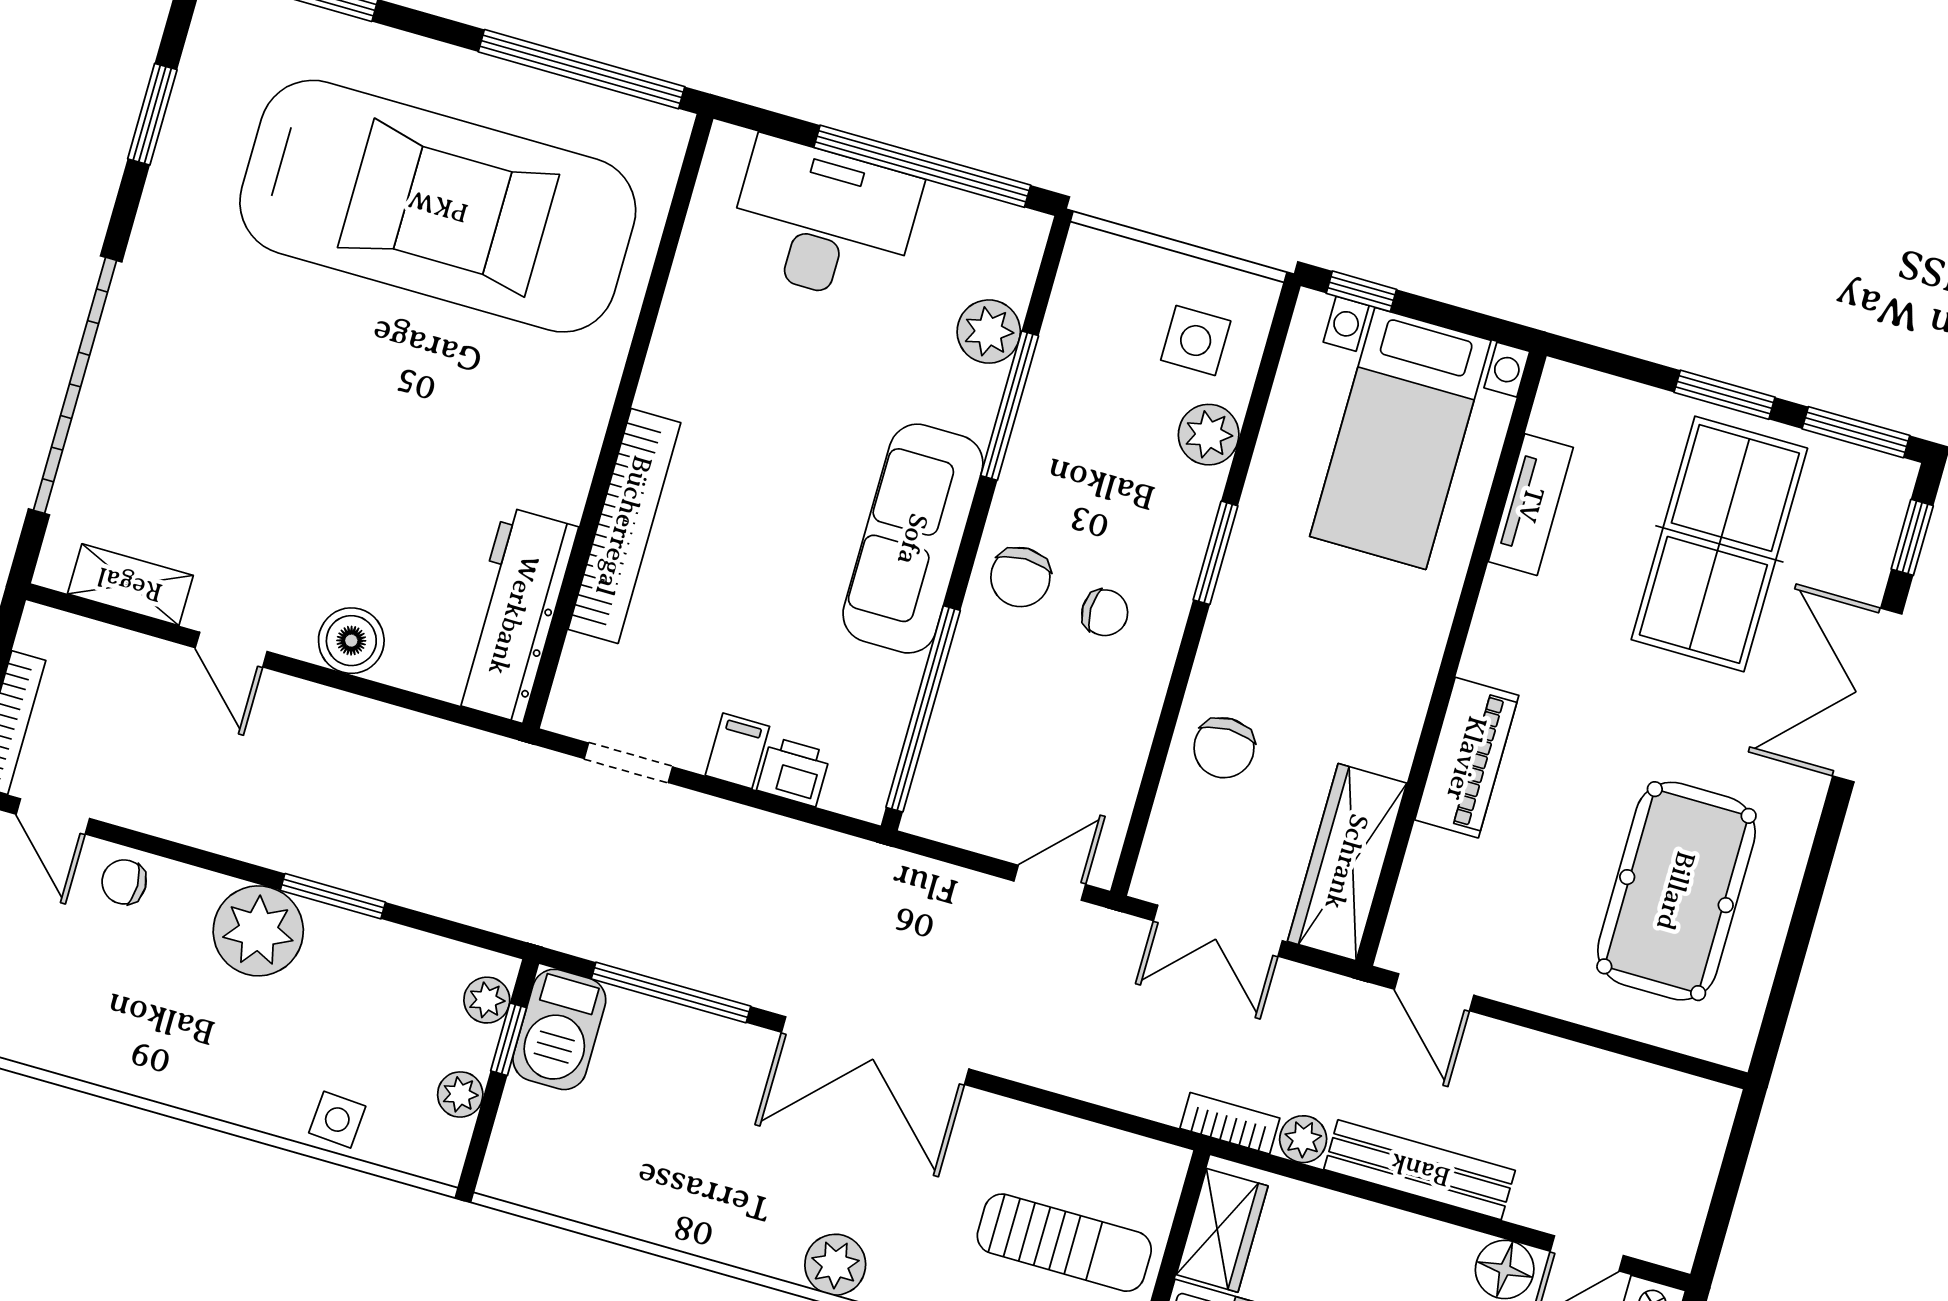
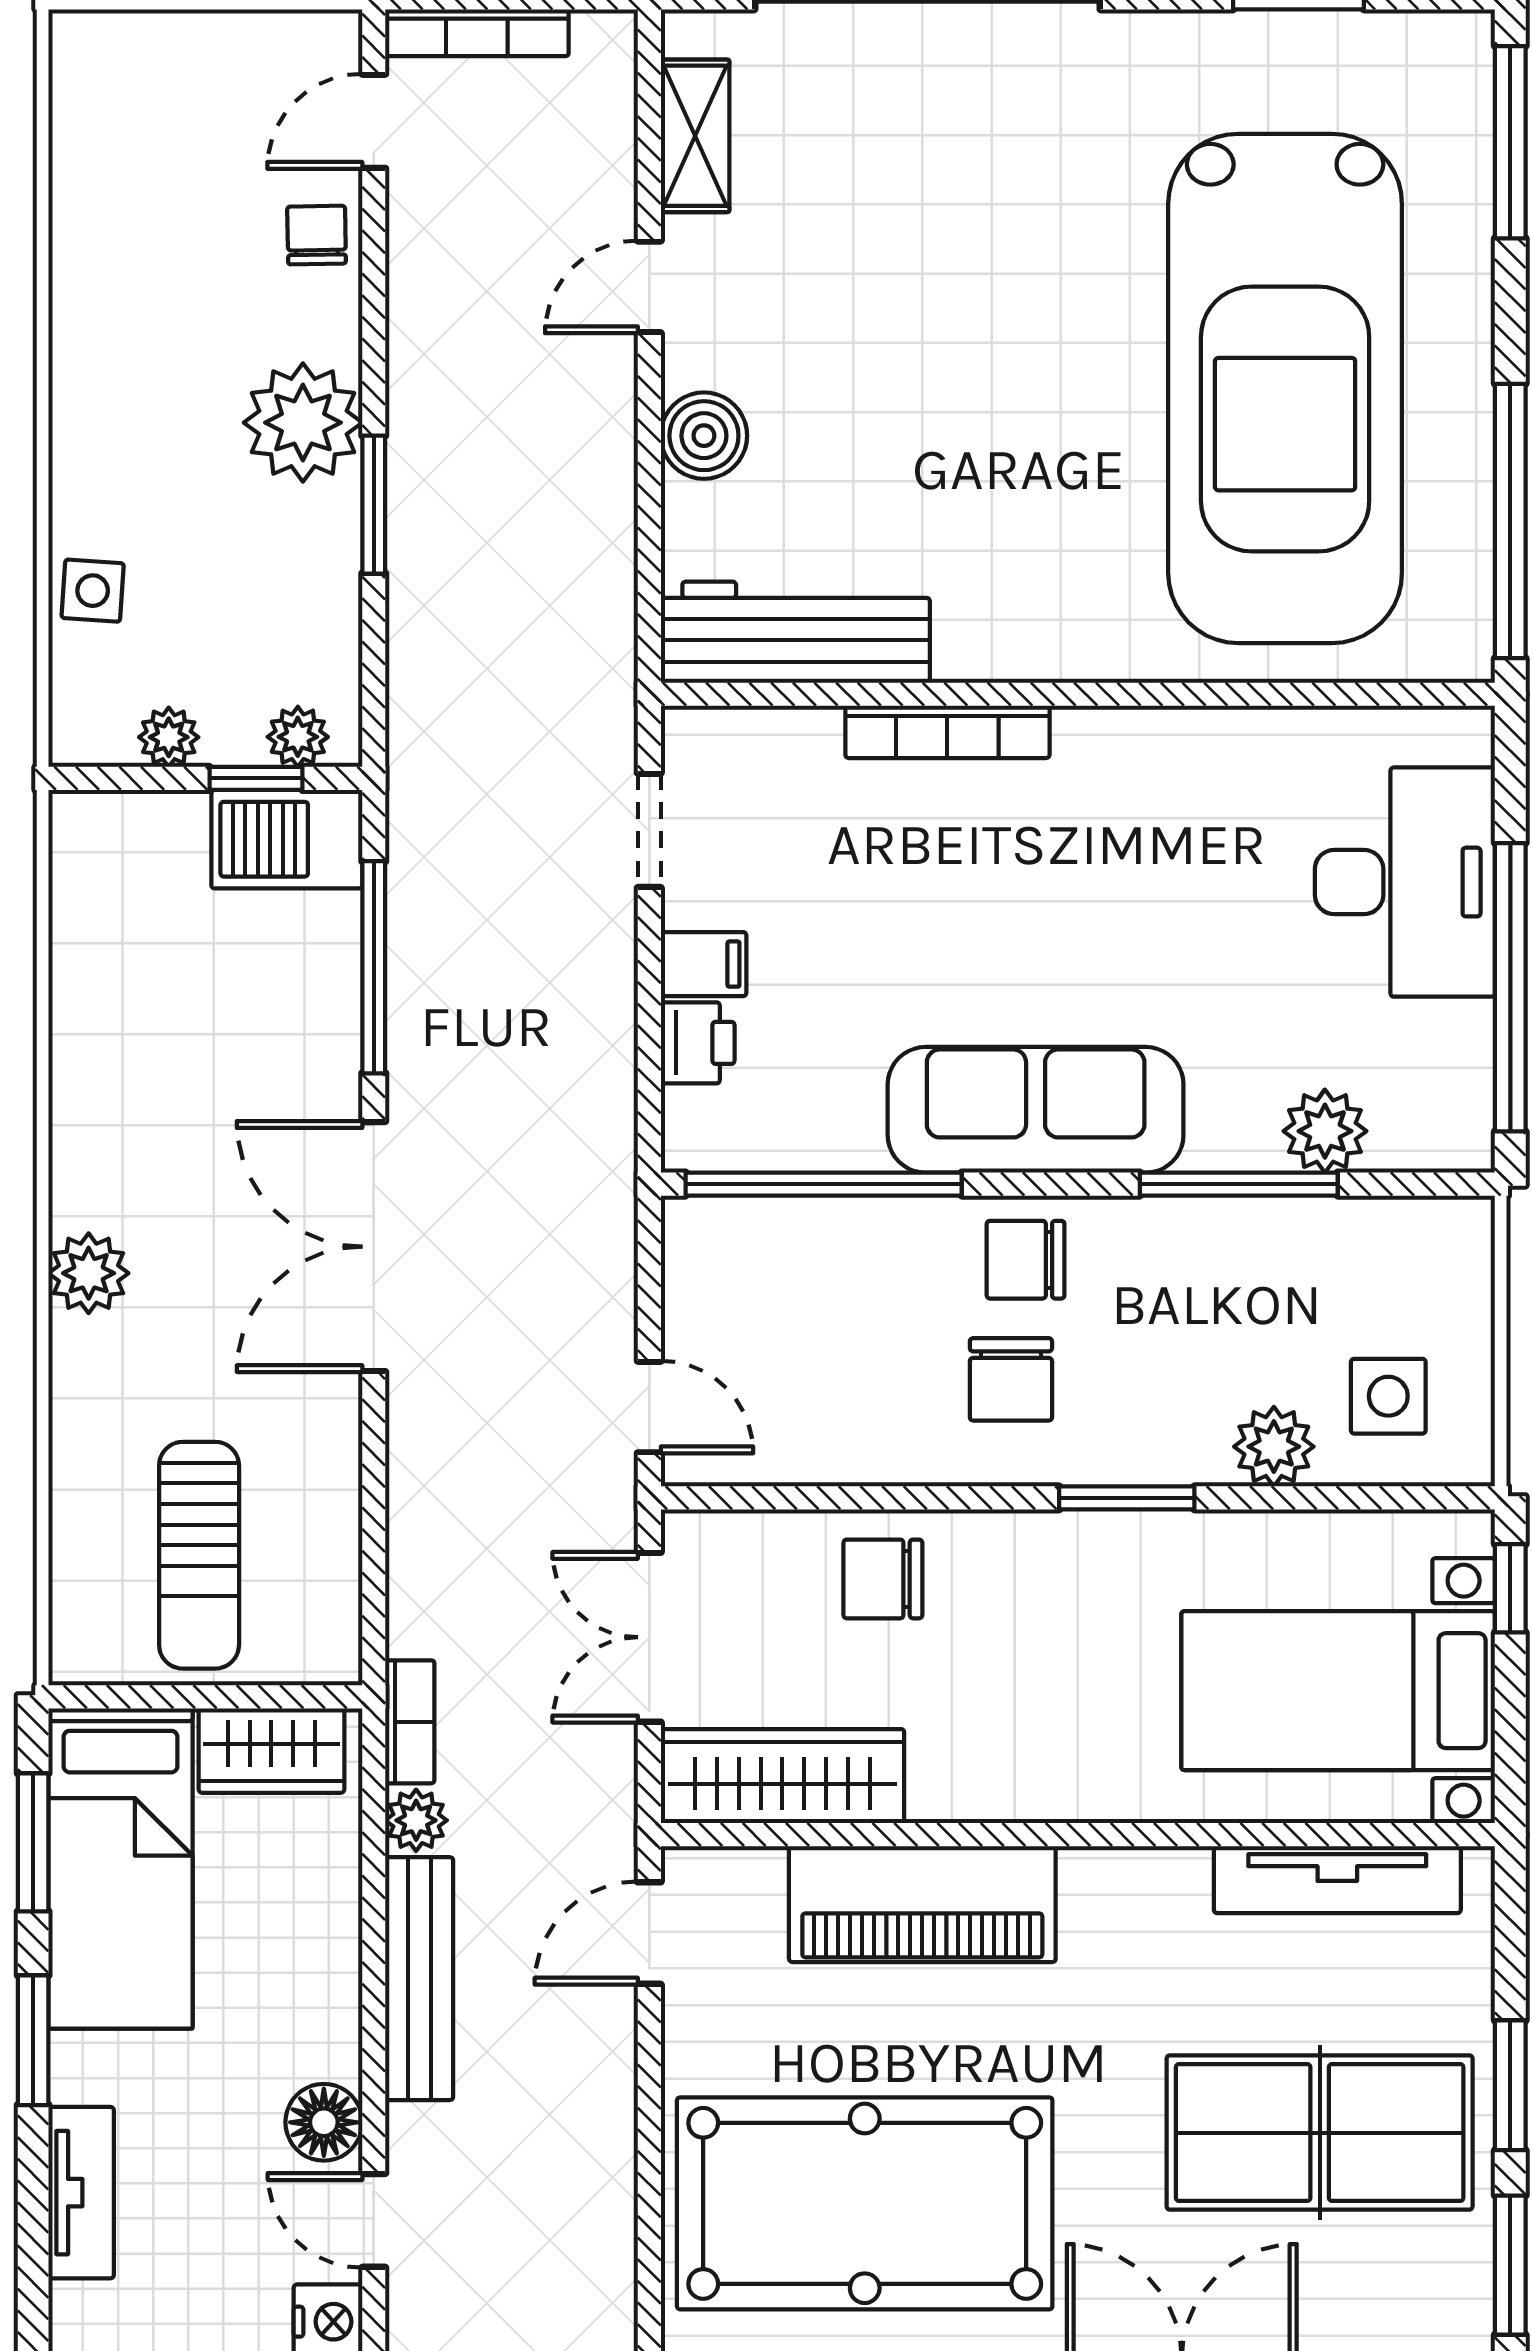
tv unit: (1531, 505) -> (1337, 1880), width x1.41
bookcase: (624, 526) -> (947, 732), width x0.68, depth x0.76
chair: (1105, 613) -> (1011, 1379), width x1.37, depth x1.37
piano: (1467, 758) -> (922, 1904), width x1.37, depth x1.33
pool table: (1676, 891) -> (865, 2203), width x1.36, depth x1.32

